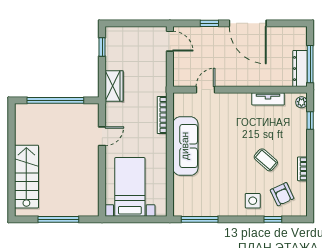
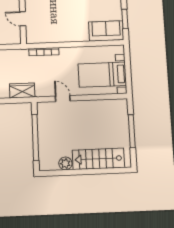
plant: (22, 136) -> (65, 163), added
sofa: (185, 146) -> (106, 31), moved, width x0.73
window: (200, 219) -> (125, 19), width x0.69

